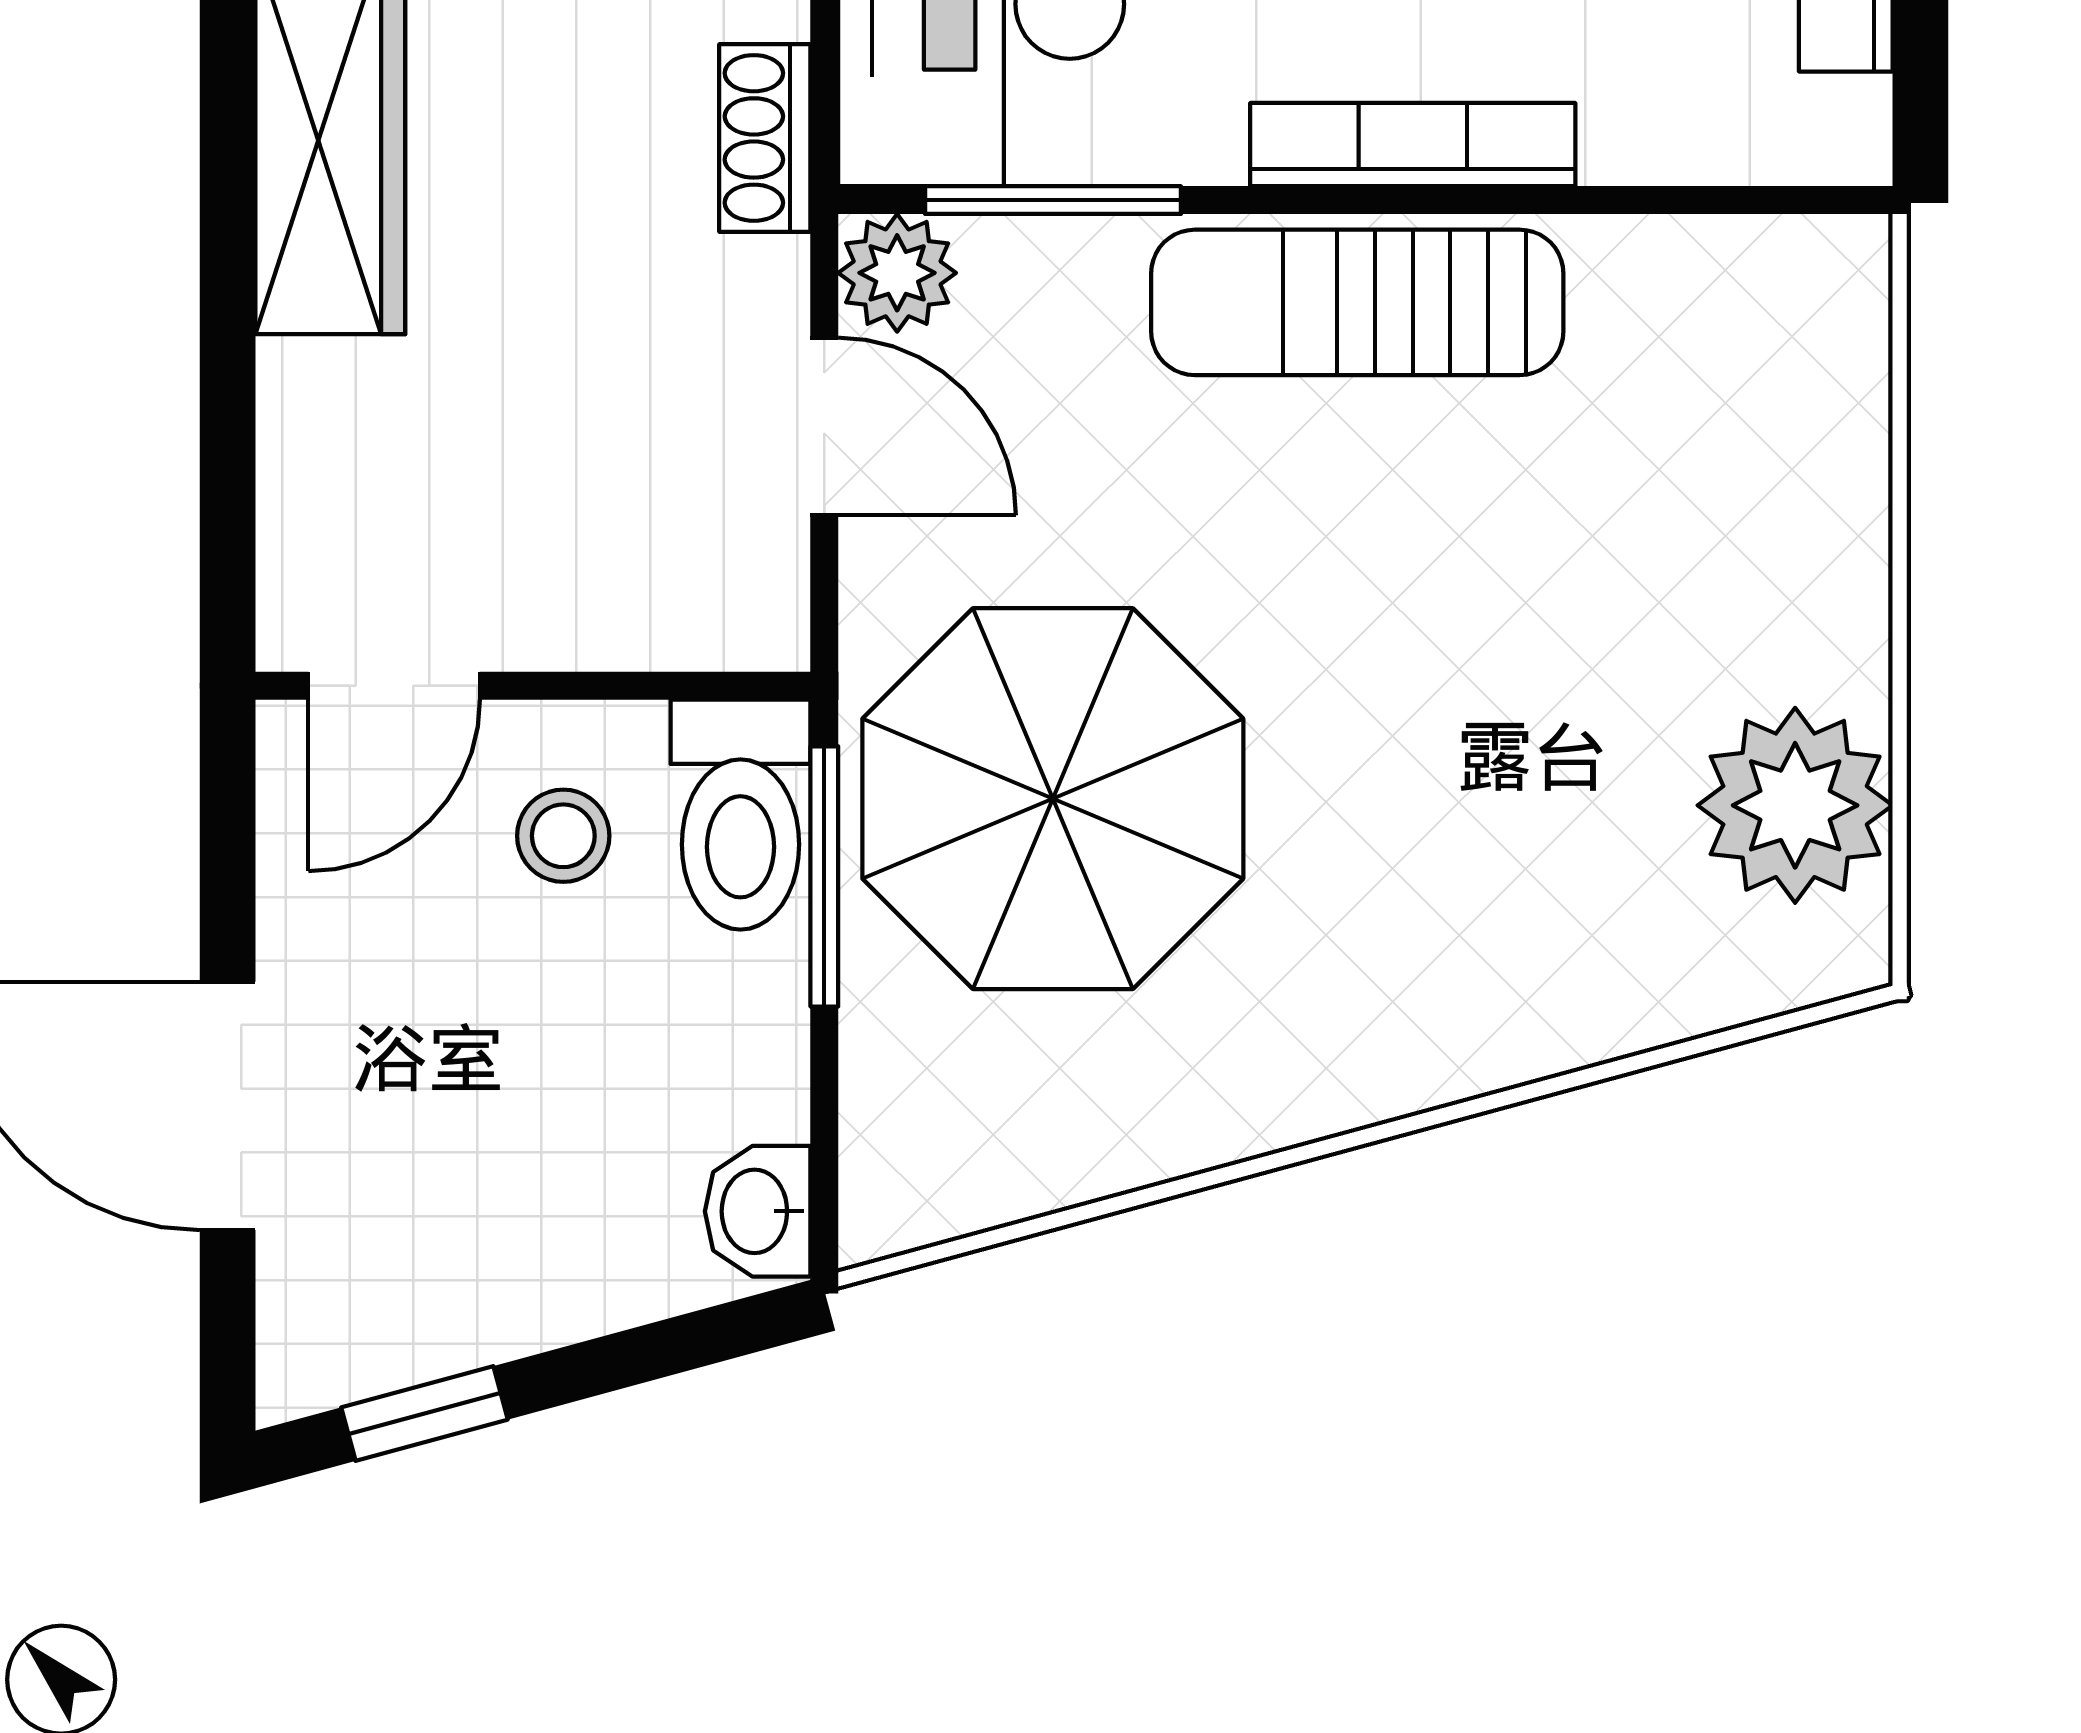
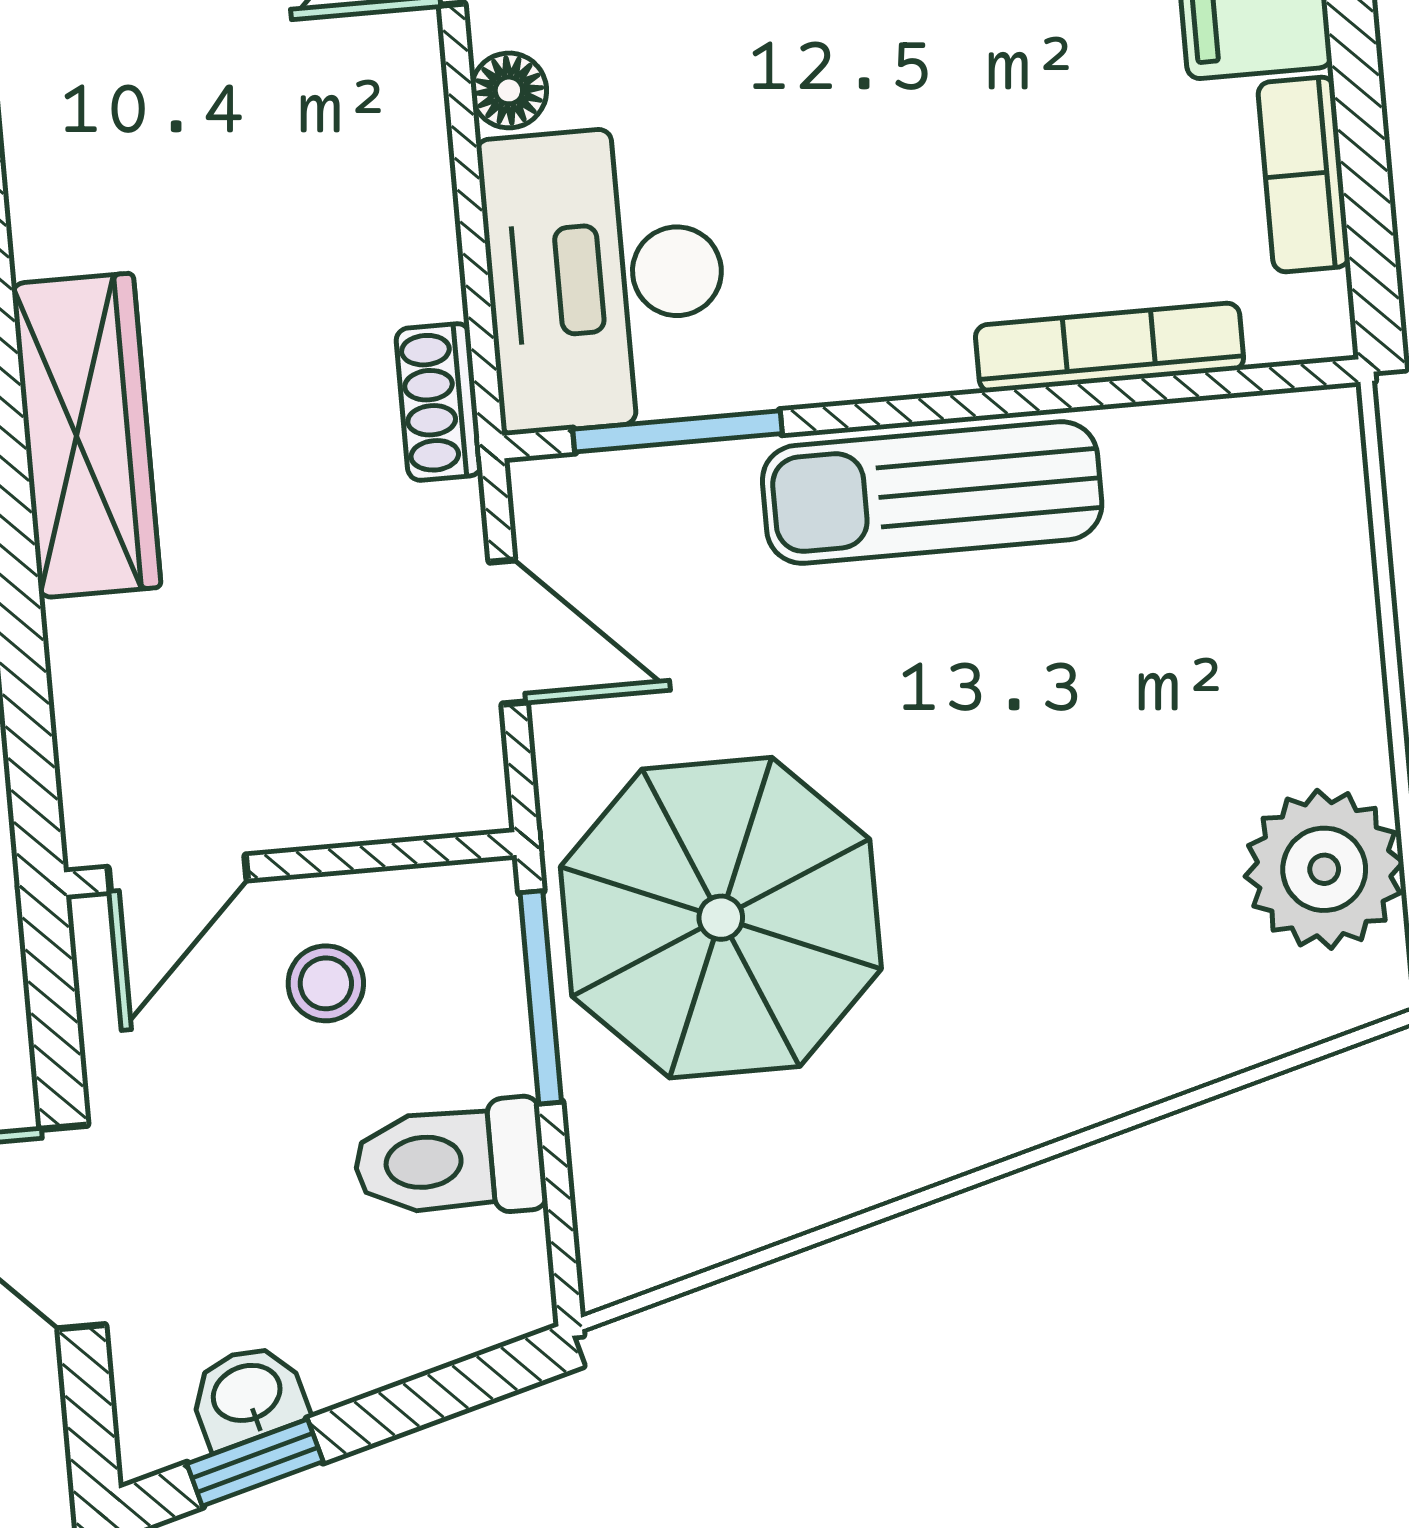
bookcase: (1413, 145) -> (1110, 347), moved
plant: (897, 273) -> (556, 502), removed
toilet: (740, 815) -> (450, 1160), moved, turned 90
washbasin: (758, 1211) -> (247, 1395), moved, turned 75

